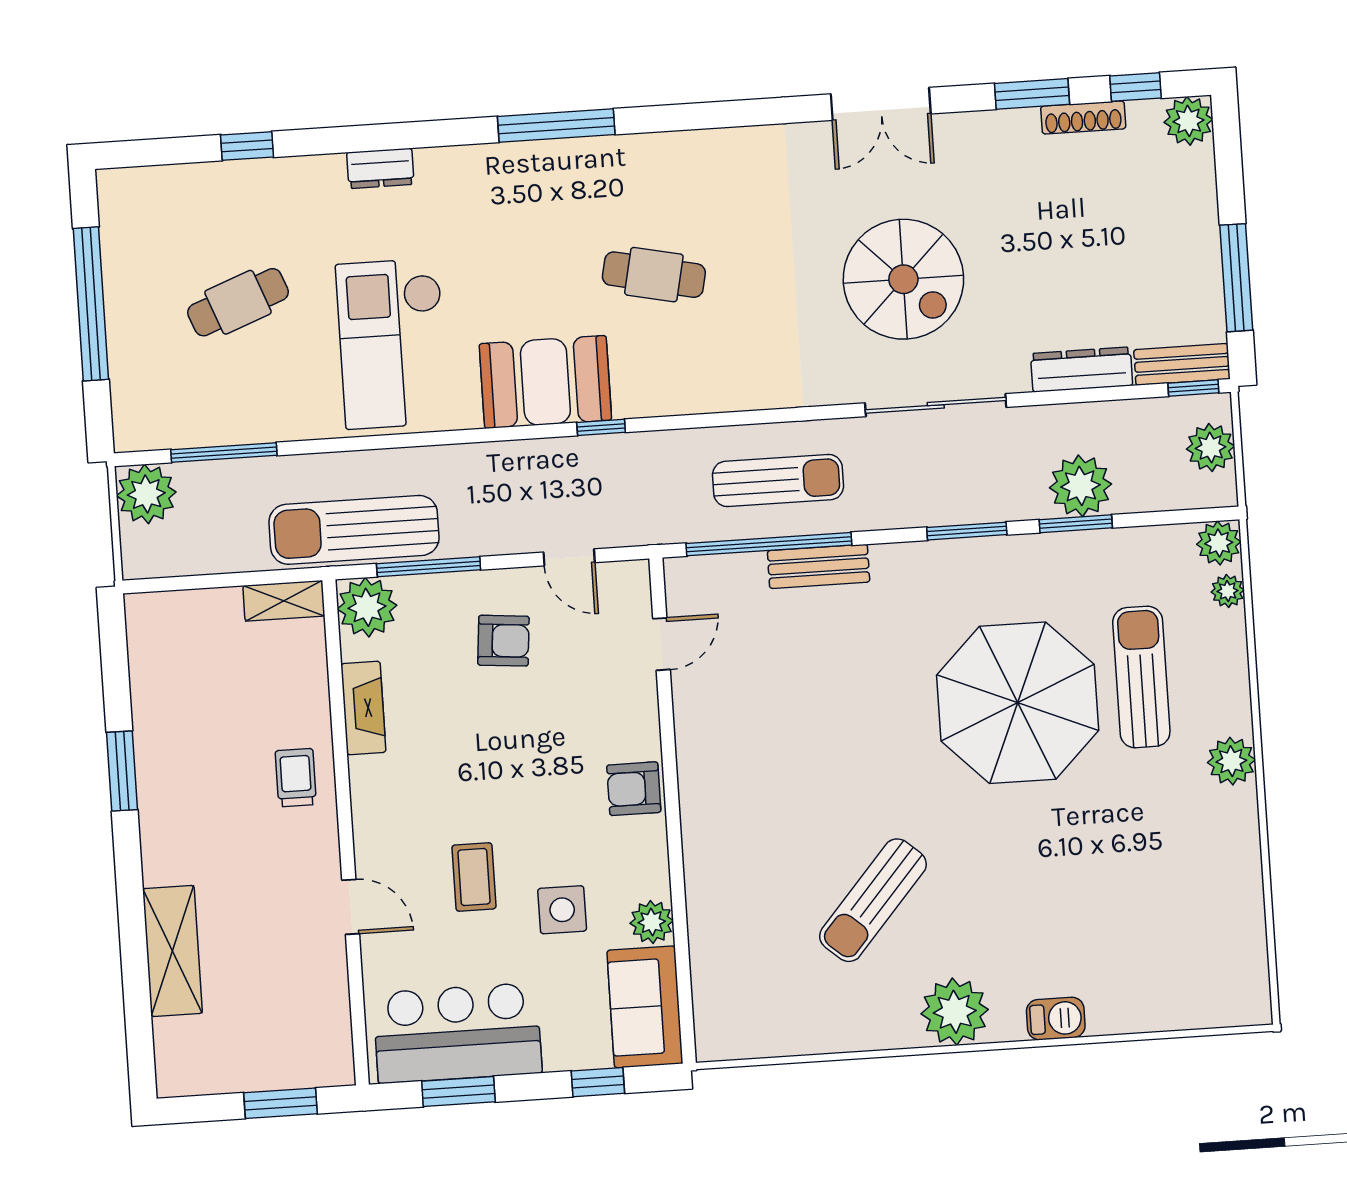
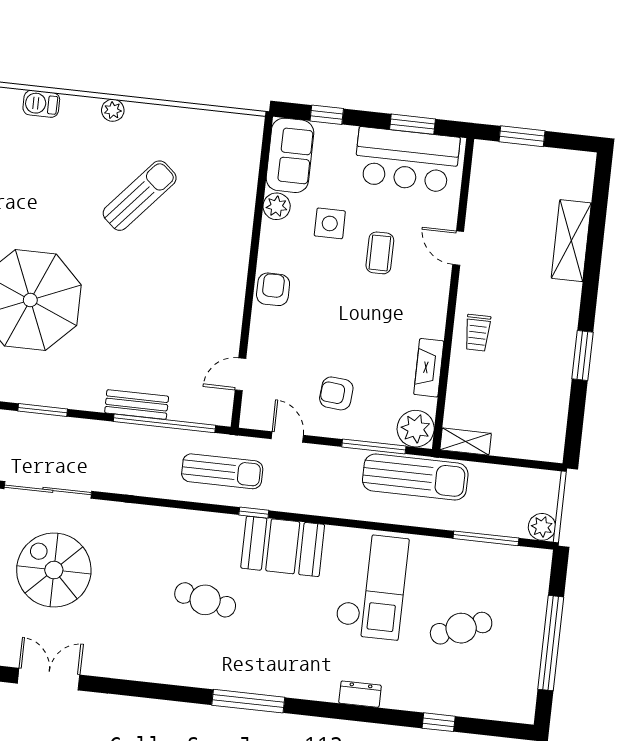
sun lounger: (778, 481) -> (222, 471), moved, turned 180
plant: (146, 494) -> (542, 527), width x0.73, depth x0.73
armchair: (634, 789) -> (273, 289), turned -90
plant: (955, 1012) -> (113, 110), width x0.53, depth x0.53

